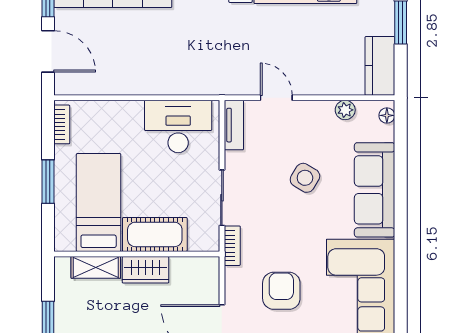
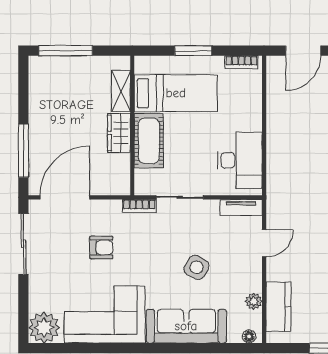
kitchen counter: (380, 66) -> (278, 307), moved, turned 90
armchair: (281, 291) -> (101, 247), width x0.72, depth x0.72

